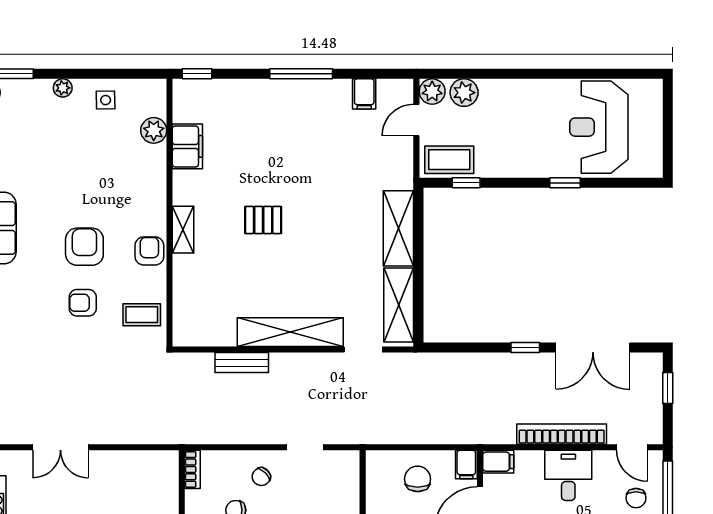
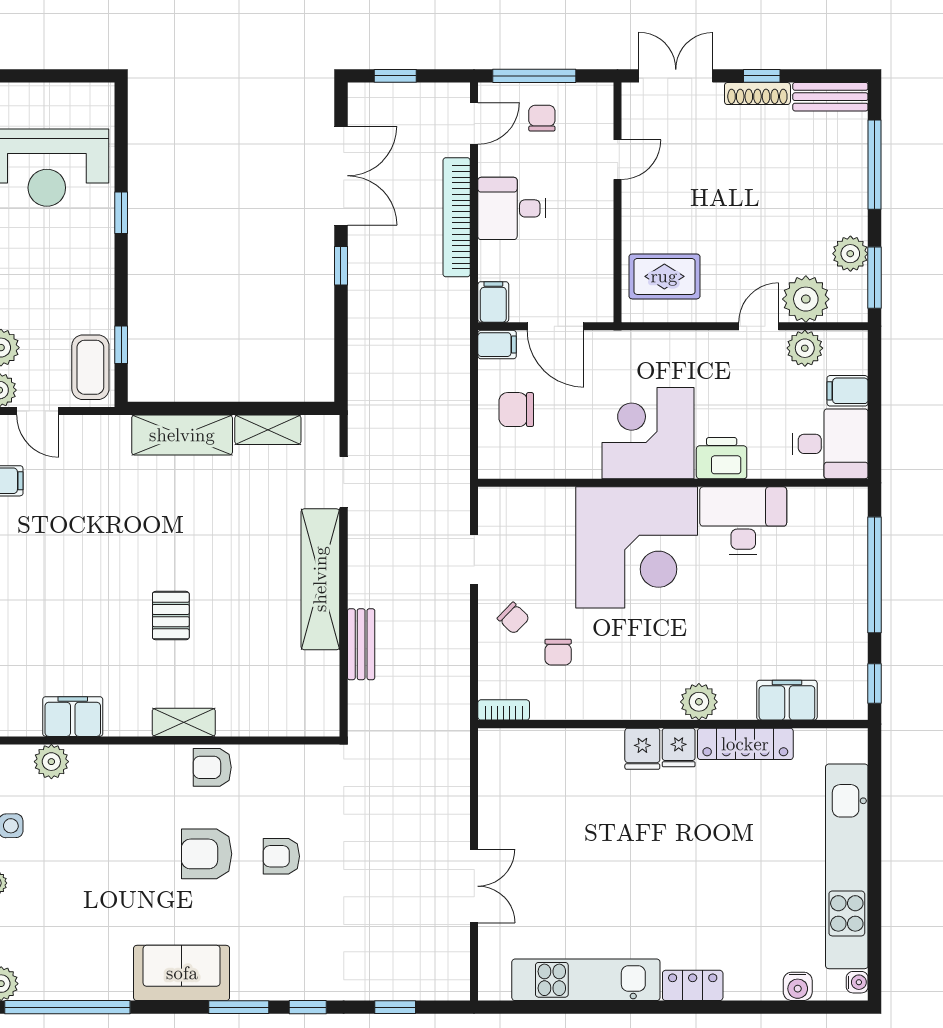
armchair: (83, 303) -> (281, 856), turned 90
shelving: (399, 305) -> (268, 430), width x0.67, depth x0.75
coffee table: (142, 315) -> (297, 778), removed
chair: (636, 498) -> (542, 118), turned -90

